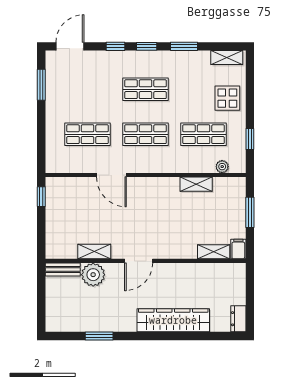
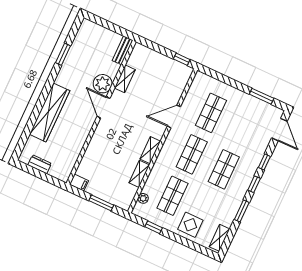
shelving: (214, 252) -> (150, 150), moved
plant: (93, 275) -> (103, 84), moved
dresser: (238, 319) -> (40, 164), moved

